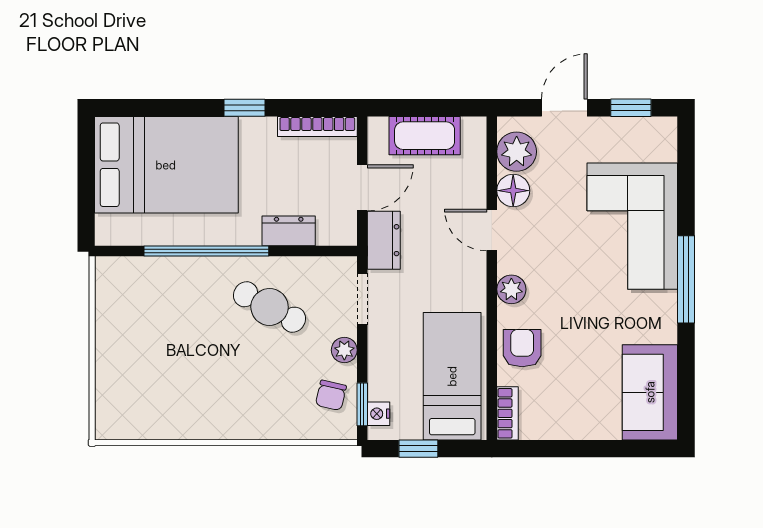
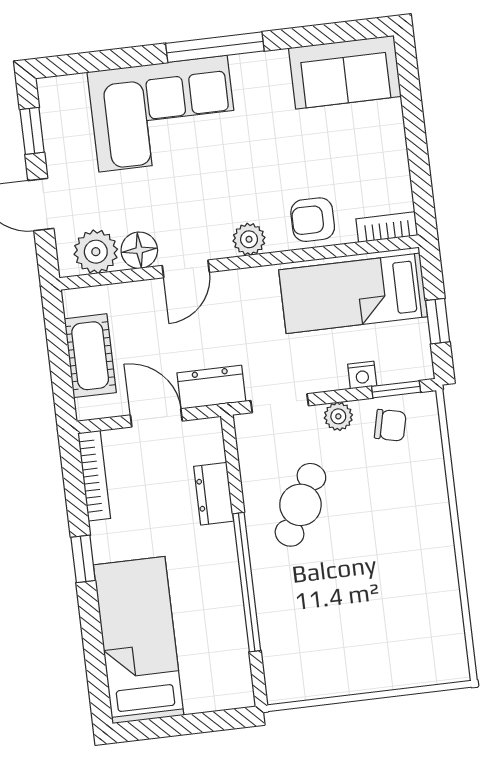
bed: (166, 165) -> (139, 640), width x0.67
nightstand: (379, 414) -> (362, 375), moved

